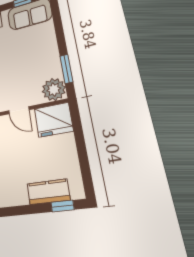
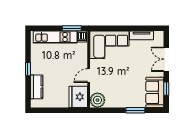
window: (66, 69) -> (135, 110), moved
window: (62, 206) -> (28, 69), moved

